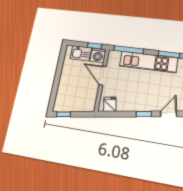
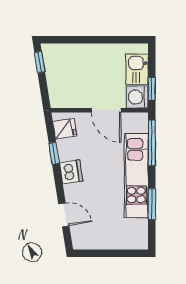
door: (103, 76) -> (106, 110), swing flipped
dishwasher: (139, 104) -> (71, 172), added
window: (144, 114) -> (54, 153), moved

